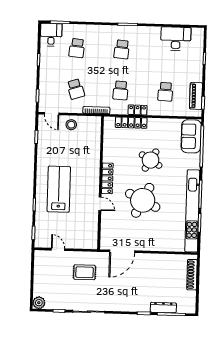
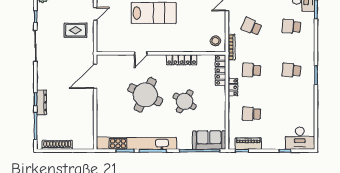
desk: (176, 39) -> (300, 138), moved, turned 90
school desk: (76, 89) -> (251, 26), turned 42
locker: (131, 123) -> (221, 70), moved
stool: (71, 125) -> (215, 41), moved
locker: (107, 178) -> (182, 60), moved
door: (122, 251) -> (95, 76), hinge flipped
rug: (85, 272) -> (76, 30), moved, turned 90
shoe rack: (192, 275) -> (57, 145), moved
dresser: (163, 308) -> (42, 102), moved

